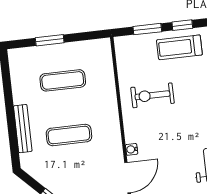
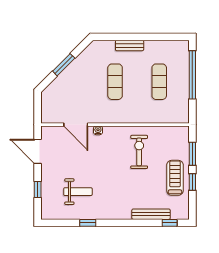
window: (50, 40) -> (192, 75), width x2.11
bench: (23, 129) -> (130, 45), width x0.73

